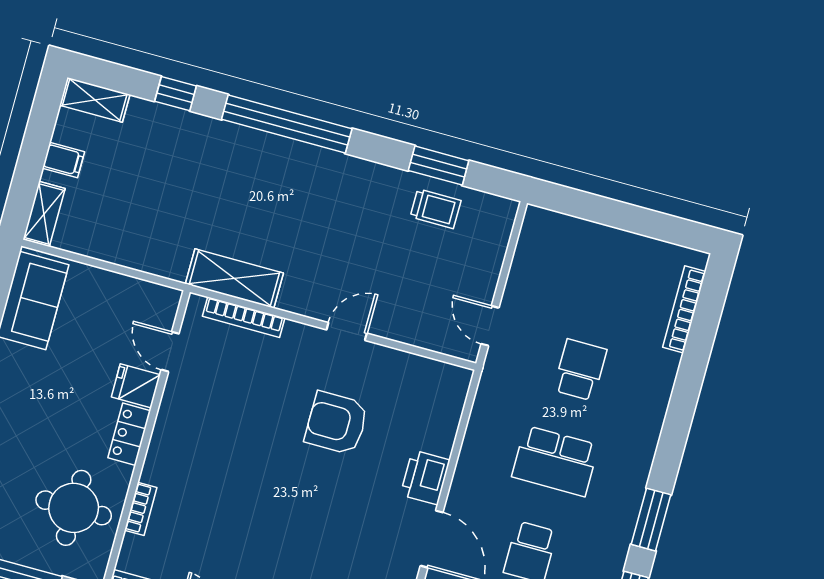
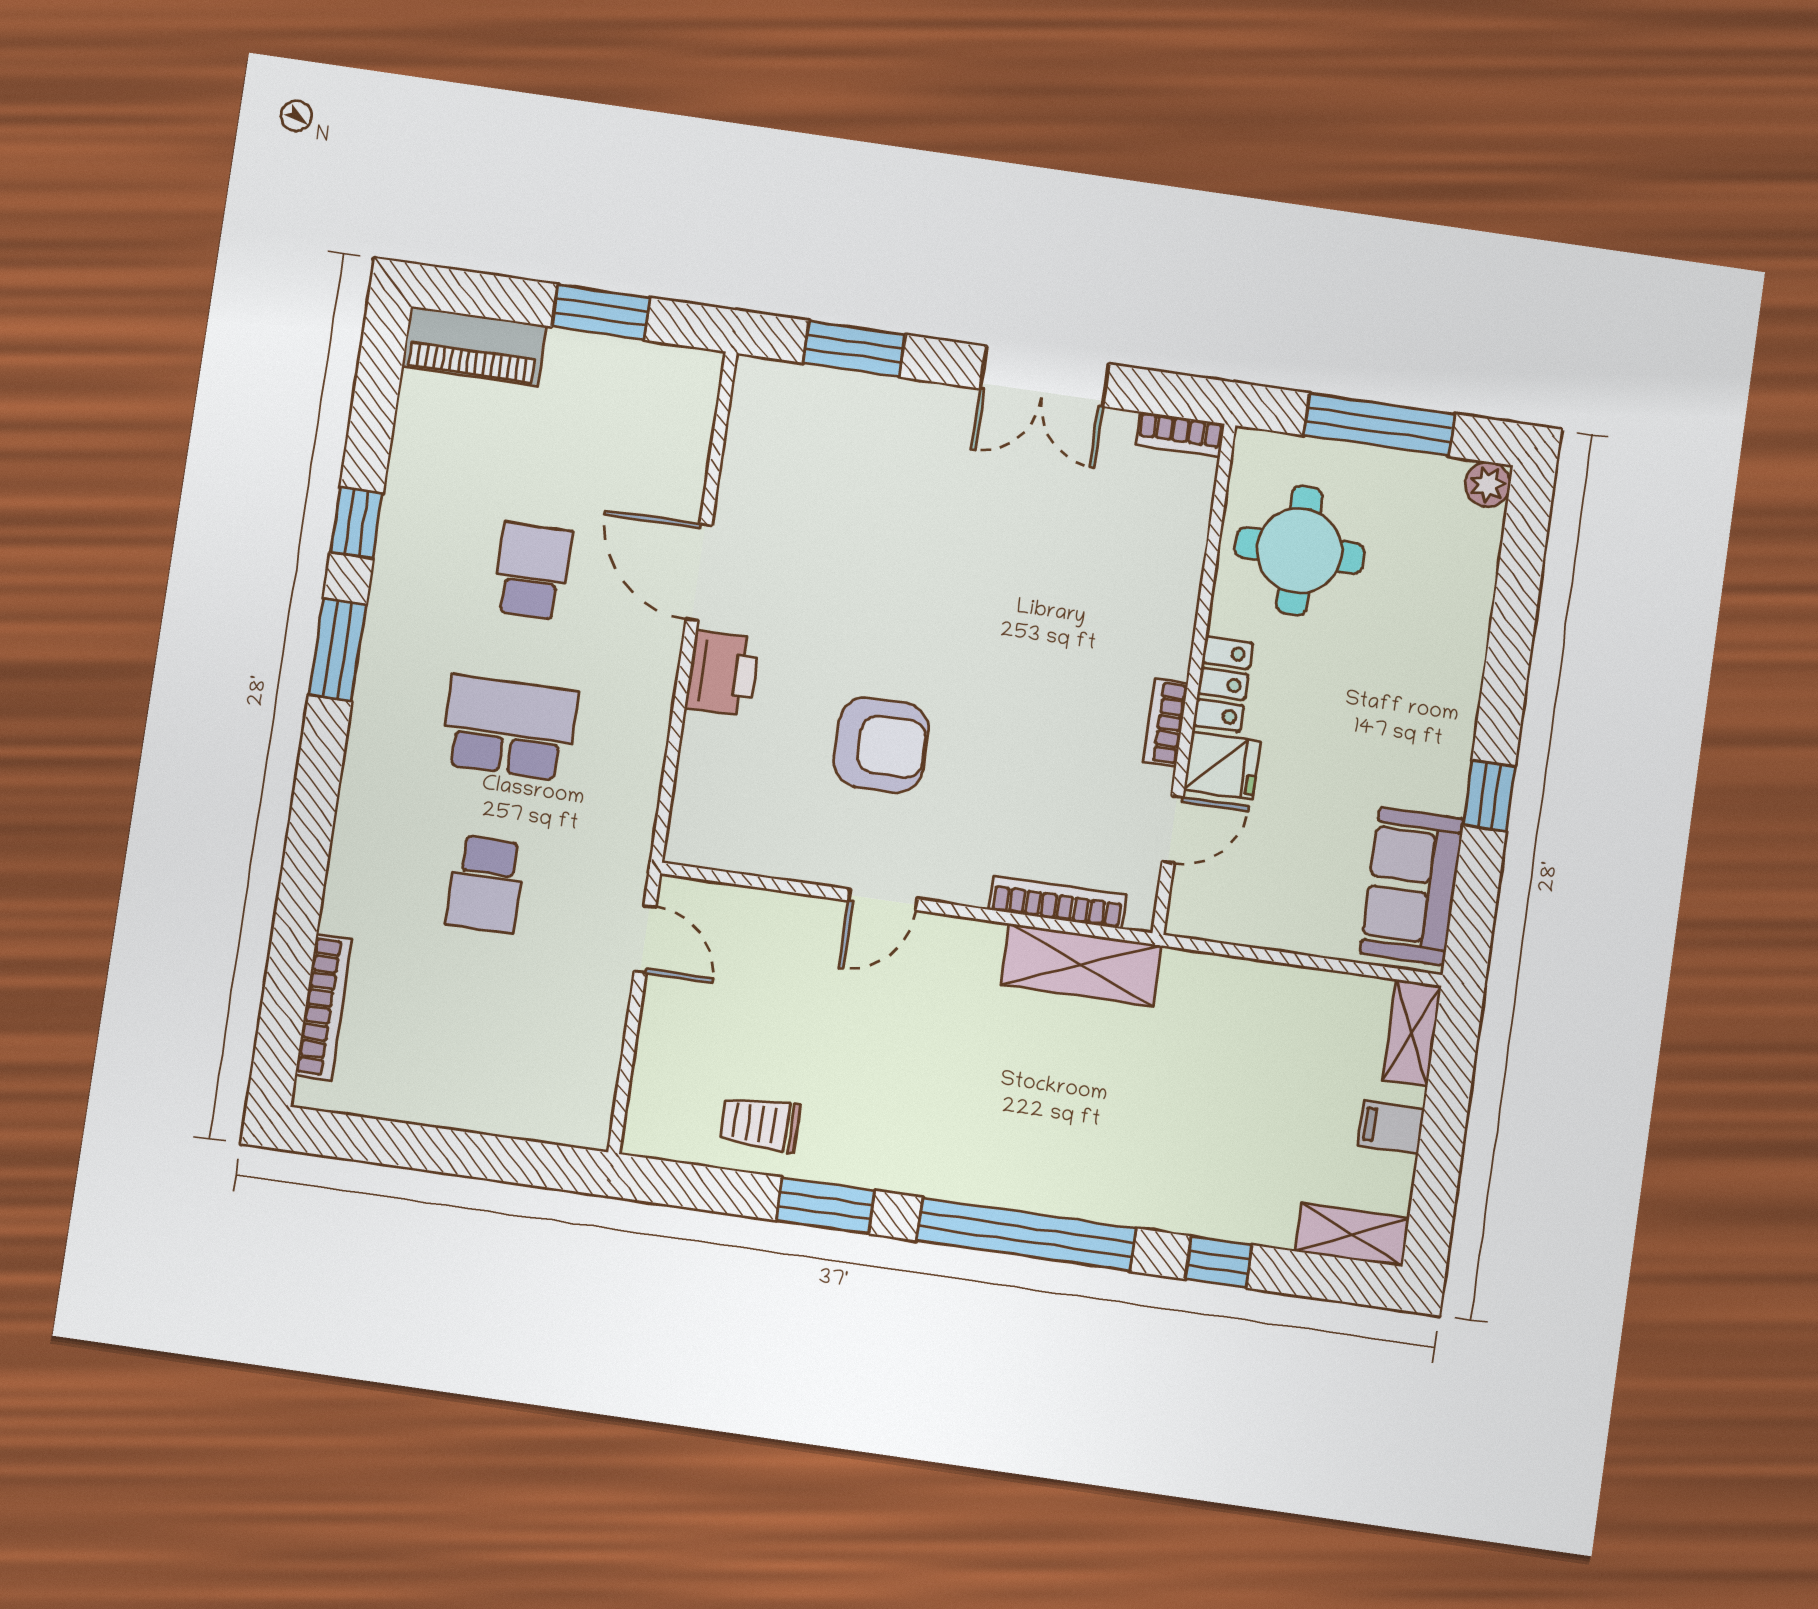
window: (439, 166) -> (826, 1206), moved
door: (170, 352) -> (1173, 829), hinge flipped
bookcase: (141, 509) -> (1166, 722), moved

